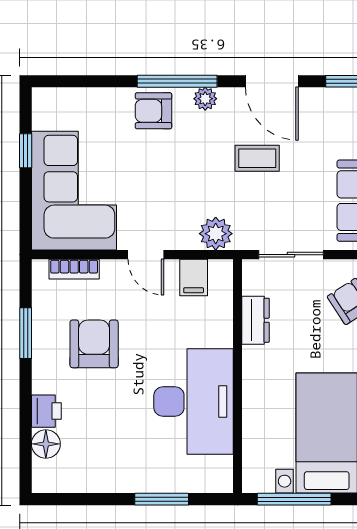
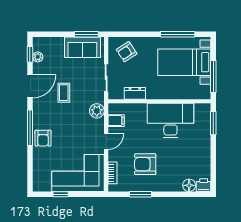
plant: (205, 99) -> (38, 57), moved
printer: (46, 411) -> (204, 185), moved
window: (162, 499) -> (213, 123), moved

